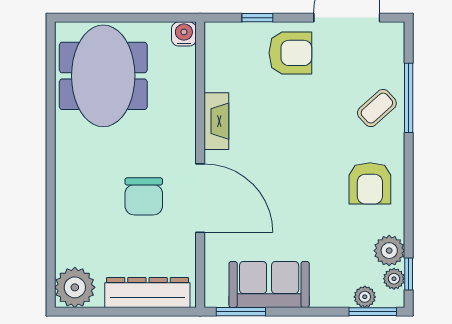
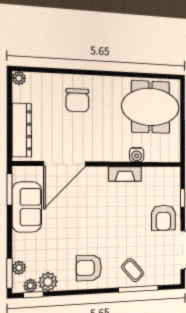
water cooler: (184, 34) -> (137, 155), moved, turned 90
chair: (144, 196) -> (77, 100), moved, turned -90
door: (200, 198) -> (65, 164), moved
plant: (75, 287) -> (19, 78), width x0.53, depth x0.53

